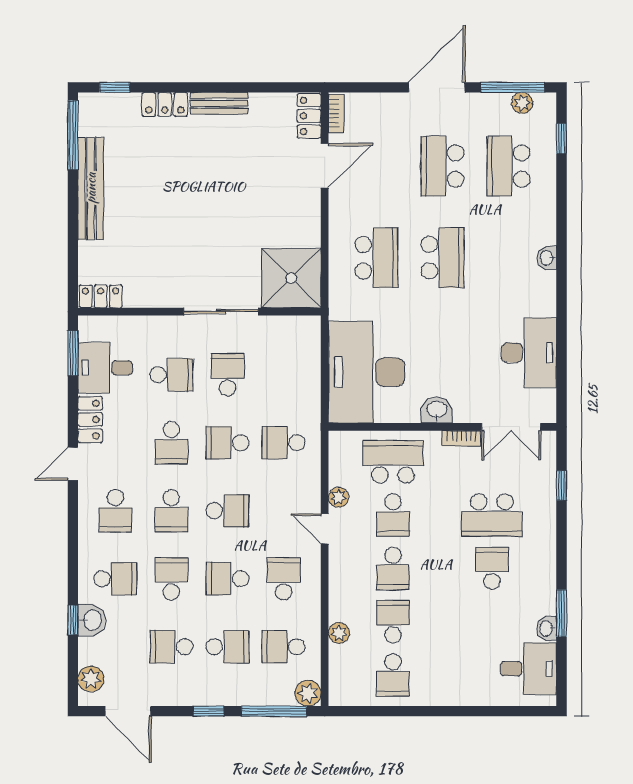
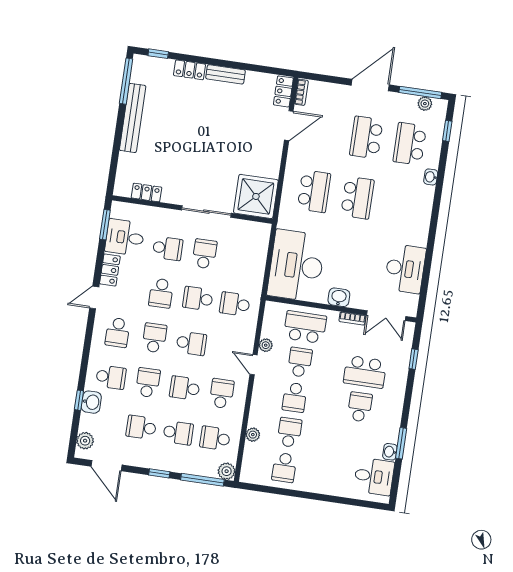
washbasin: (547, 258) -> (431, 177), moved
locker: (101, 296) -> (146, 193), moved
school desk: (171, 511) -> (154, 338), turned 180
school desk: (393, 515) -> (300, 362), turned 180

